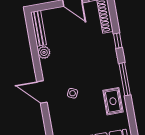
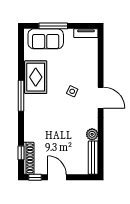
window: (118, 41) -> (21, 153), moved
rug: (113, 101) -> (36, 77), width x1.36, depth x1.43

